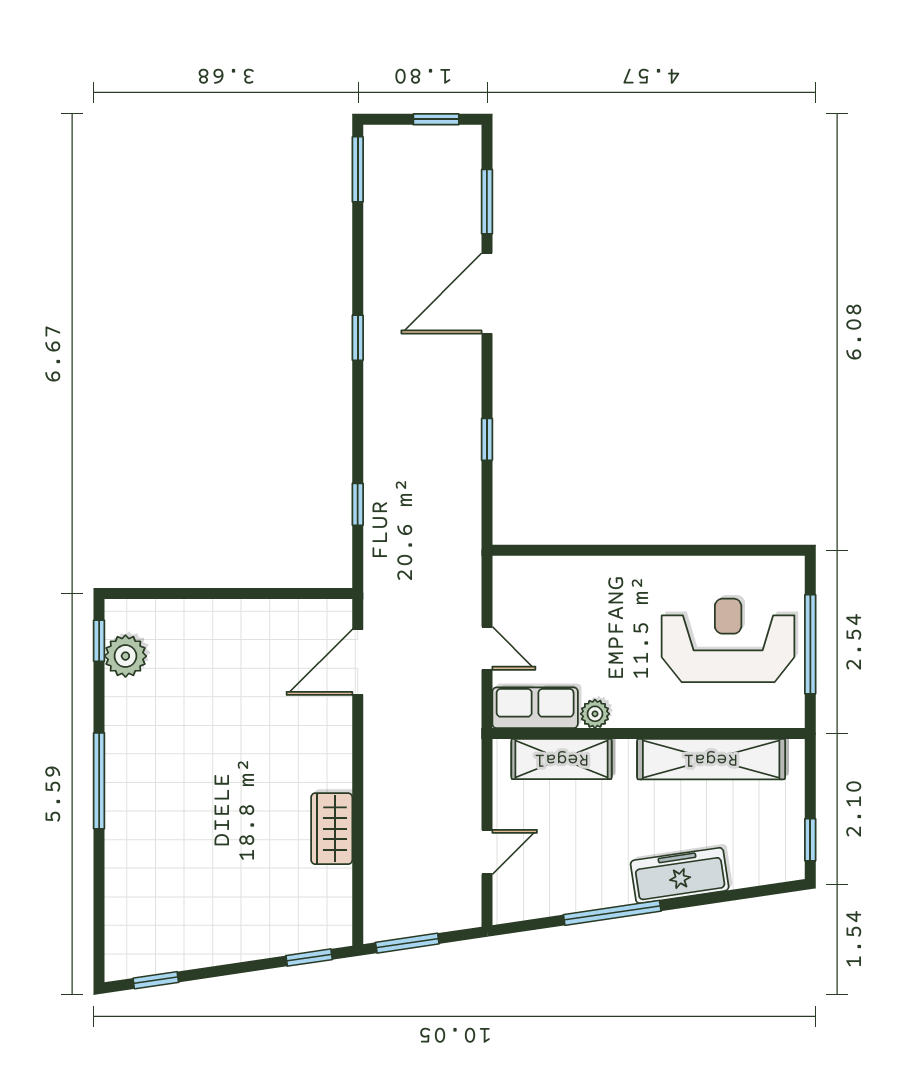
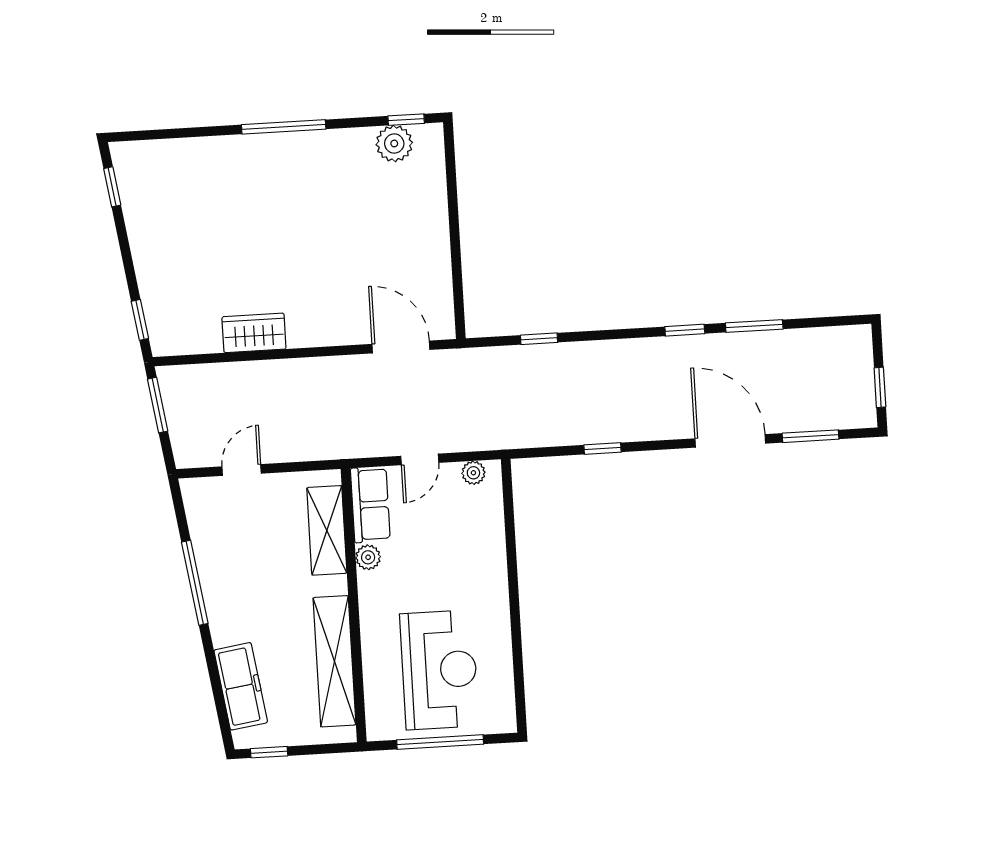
window: (358, 169) -> (754, 326), moved
plant: (506, 588) -> (473, 473), added
door: (487, 852) -> (242, 470), swing flipped
freezer: (680, 876) -> (241, 686), moved

